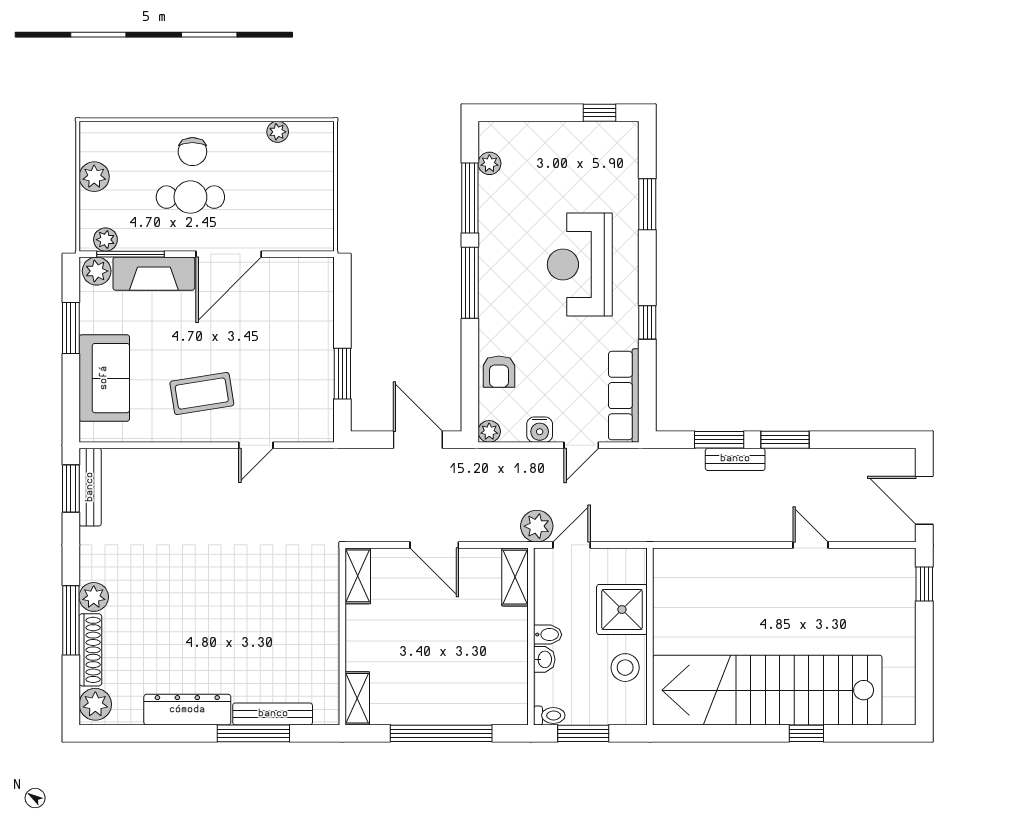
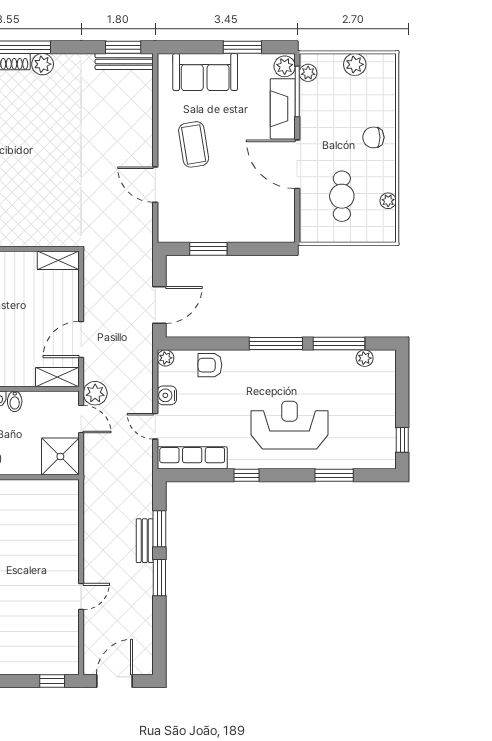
cafe table: (190, 197) -> (342, 196), moved
door: (256, 445) -> (155, 185), width x1.38
door: (434, 545) -> (81, 339), moved
shower: (622, 609) -> (60, 457), moved

